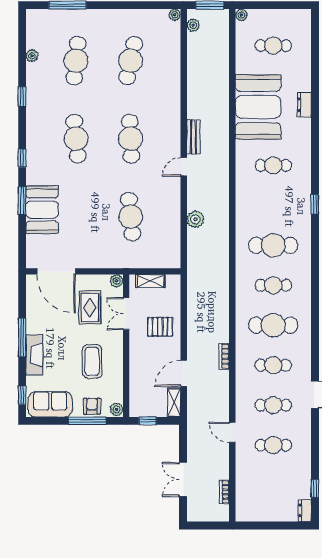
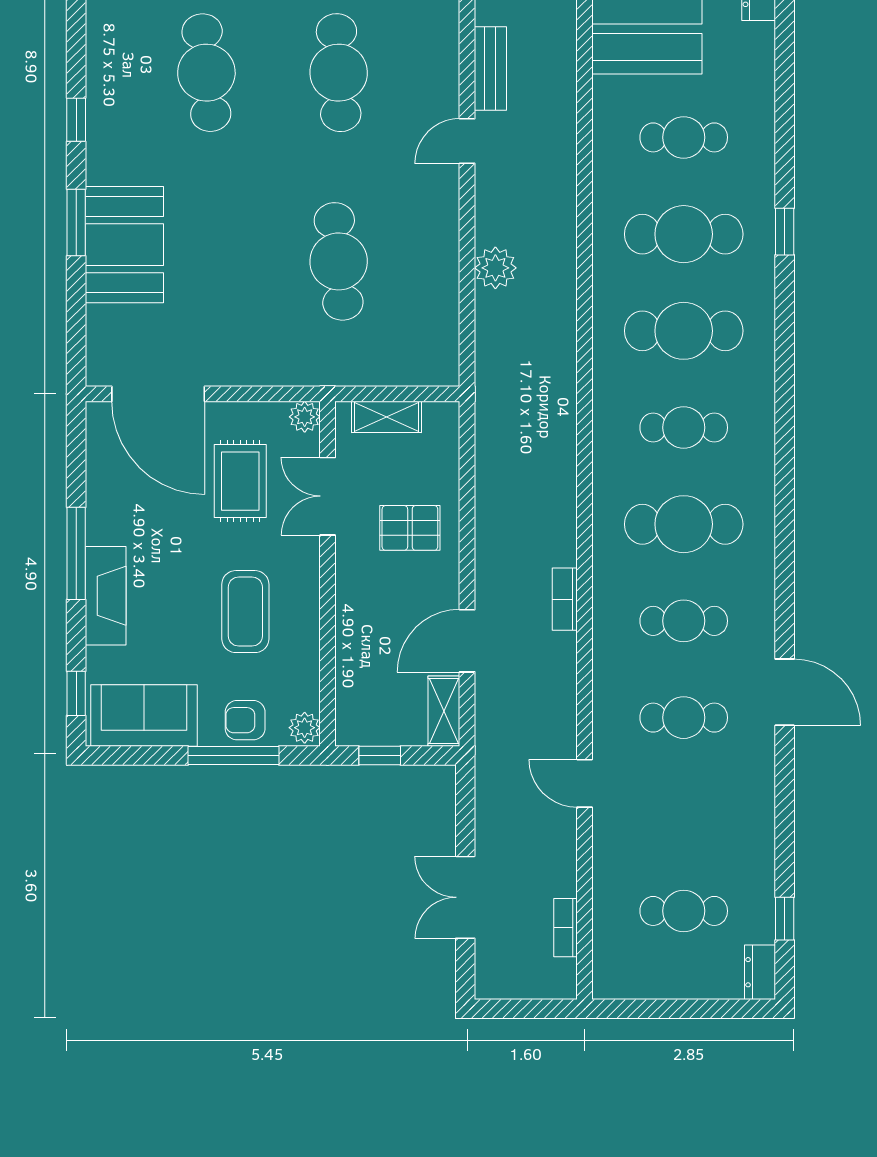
cafe table: (273, 205) -> (684, 234), added
armchair: (92, 406) -> (245, 720), turned -90
cafe table: (273, 445) -> (684, 911), moved

